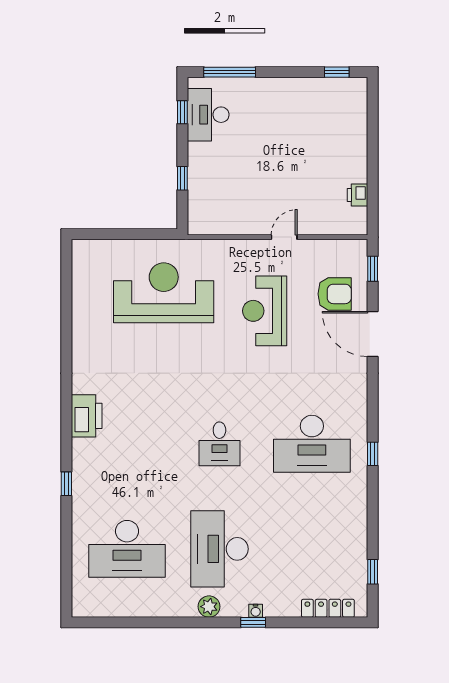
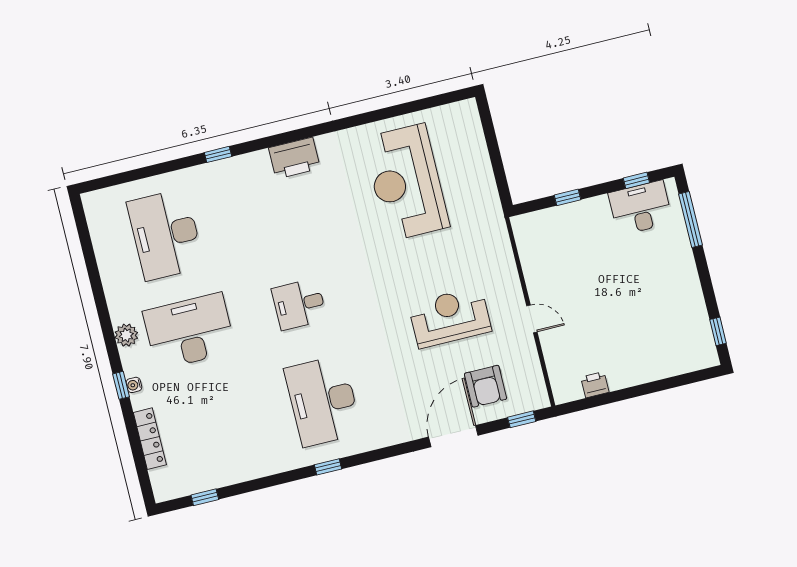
reception desk: (164, 293) -> (406, 182), moved, turned 180
locker: (328, 608) -> (150, 439), moved

